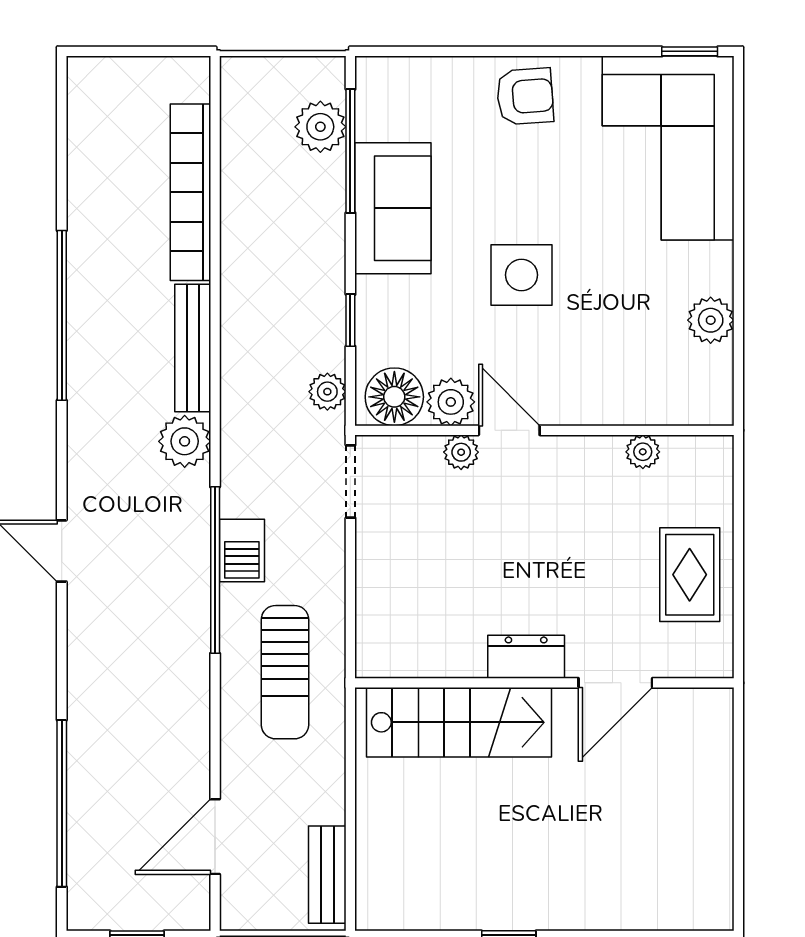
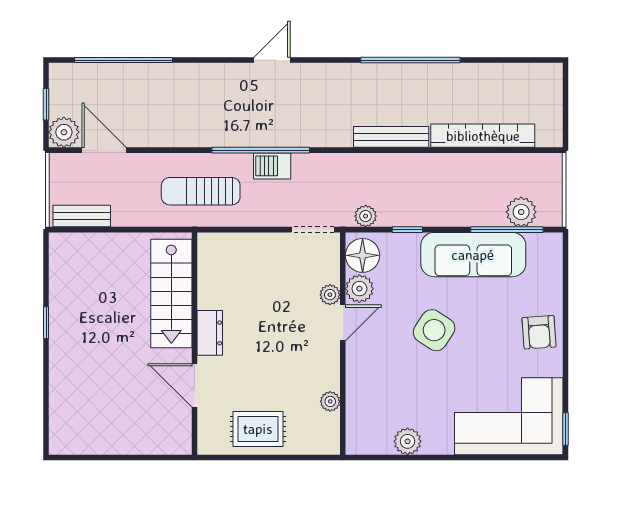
sofa: (393, 208) -> (473, 255), width x1.36
side table: (521, 275) -> (434, 330), turned 33
plant: (185, 441) -> (64, 132), moved

